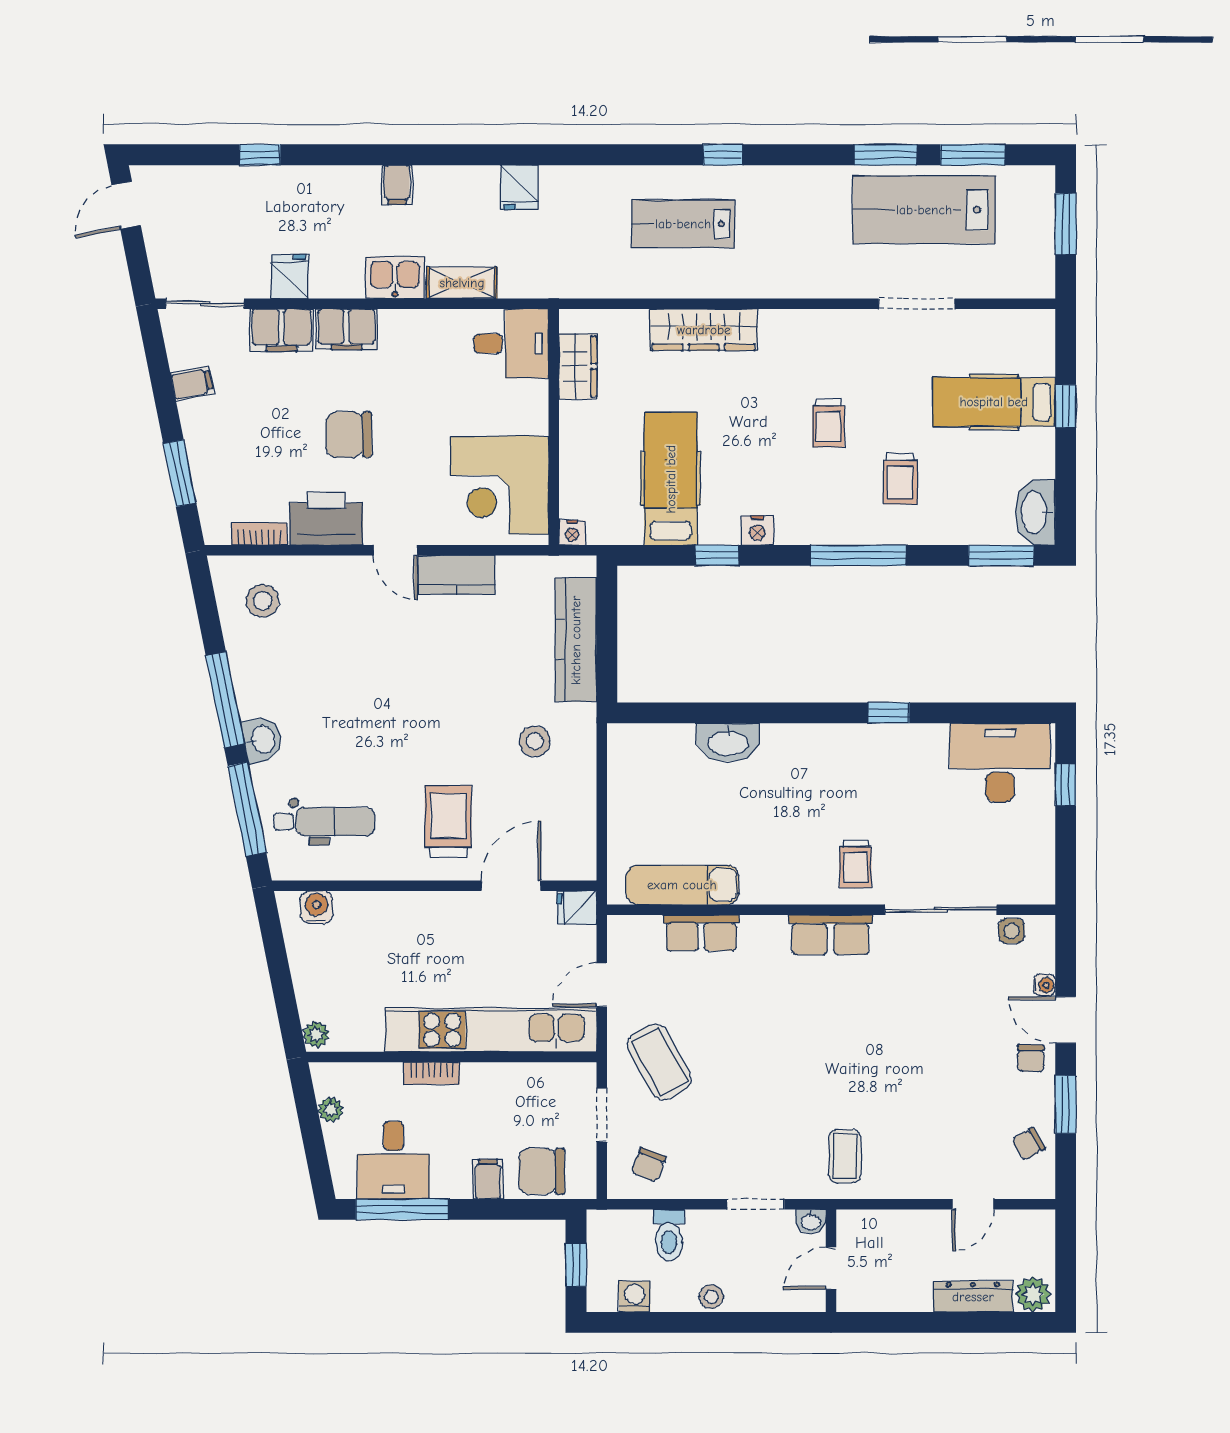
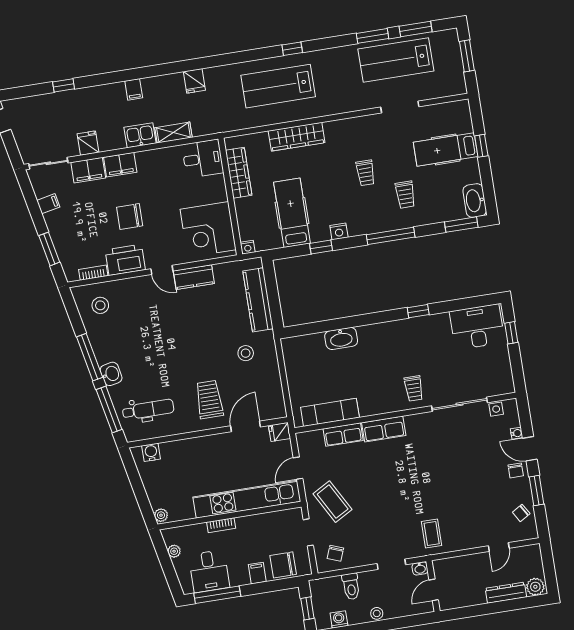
lab bench: (683, 224) -> (278, 86), width x1.36, depth x1.39
wardrobe: (578, 366) -> (239, 173), width x1.50
row of seats: (830, 935) -> (384, 429), moved

